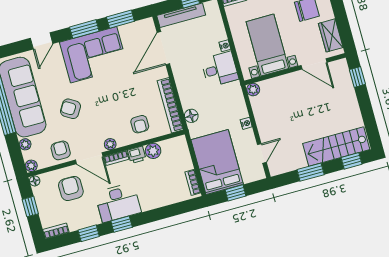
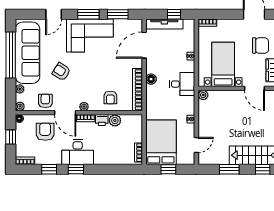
desk: (220, 69) -> (182, 84), moved
floor lamp: (191, 116) -> (151, 79), moved

